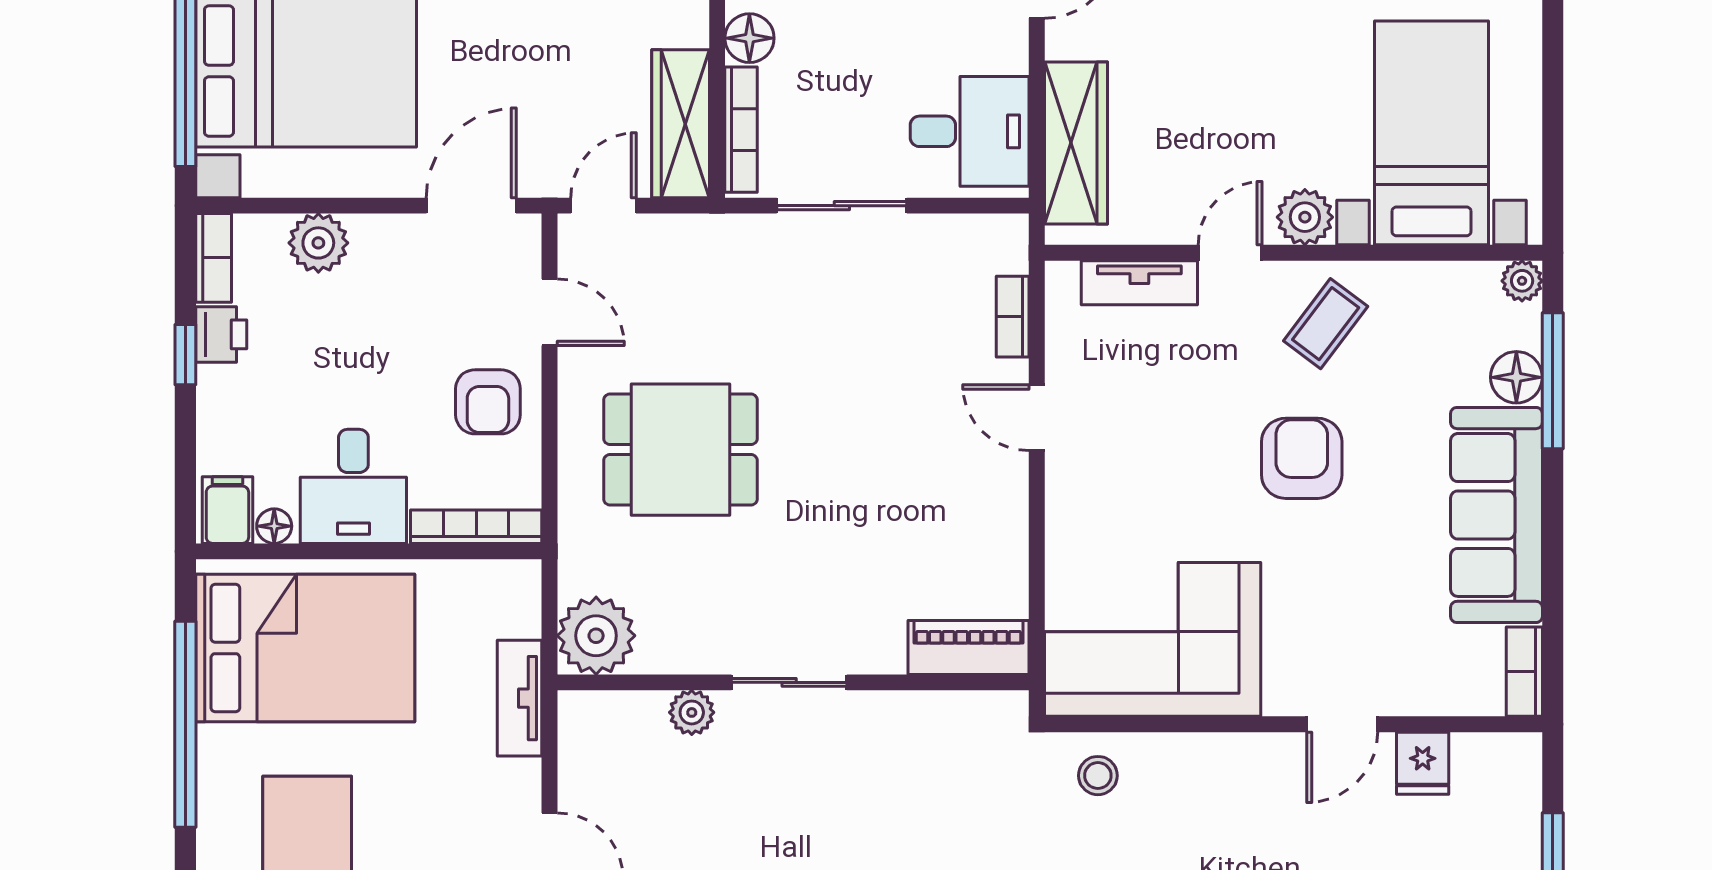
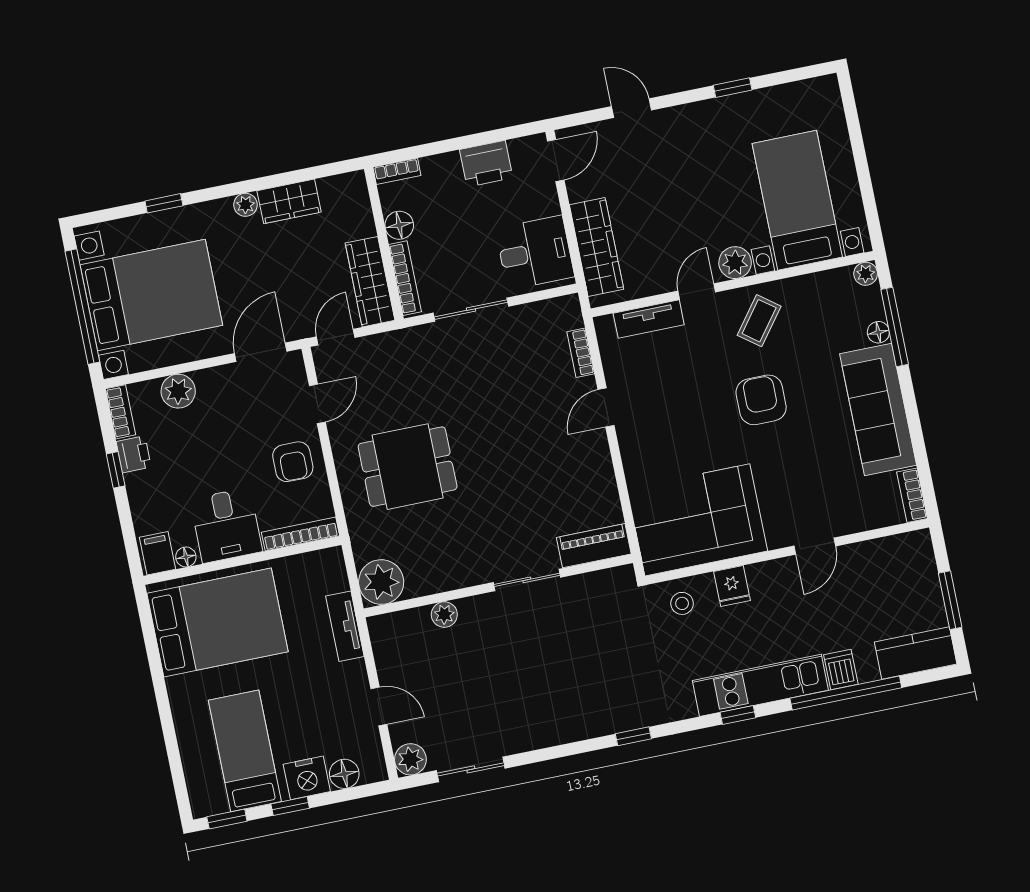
door: (549, 312) -> (317, 404), hinge flipped
floor lamp: (1516, 377) -> (878, 332), width x0.73, depth x0.73
door: (1037, 418) -> (606, 407), hinge flipped
sliding door: (789, 682) -> (527, 580), moved
window: (185, 724) -> (158, 680), removed
fridge: (1423, 763) -> (732, 586), moved

